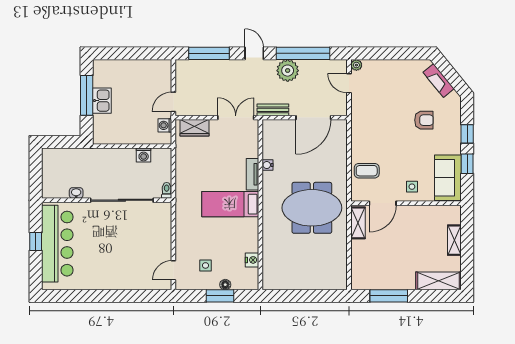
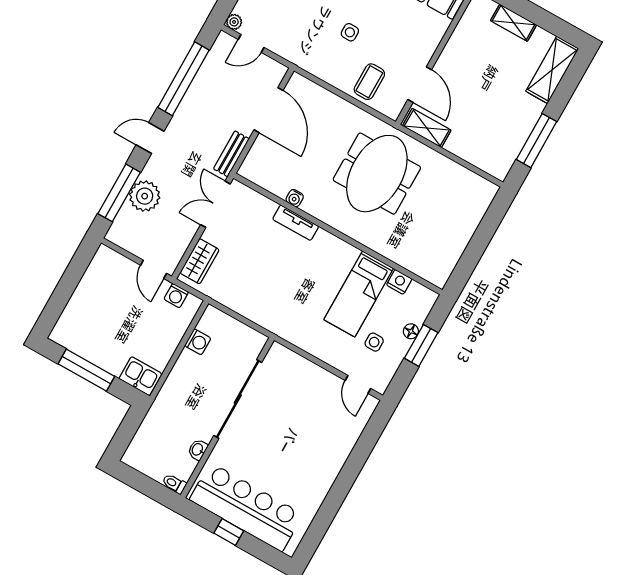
plant: (288, 71) -> (145, 196), moved
kitchen sink: (102, 101) -> (140, 376), moved
side table: (412, 187) -> (350, 32), moved
toilet: (167, 190) -> (174, 484), moved
bed: (230, 204) -> (359, 294), moved

